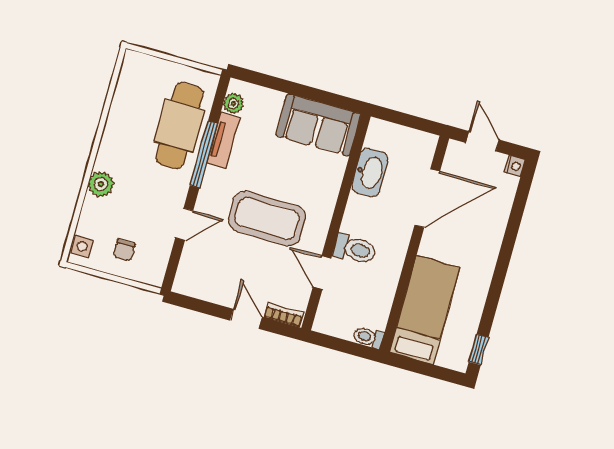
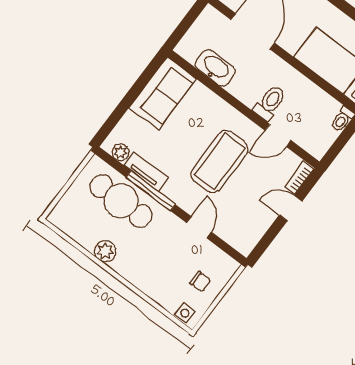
plant: (101, 184) -> (105, 251), moved

